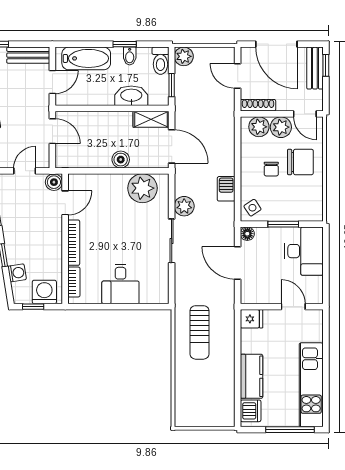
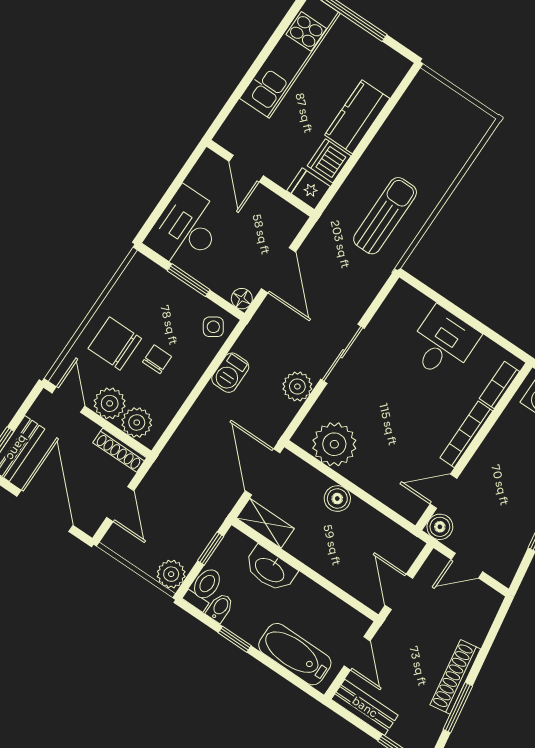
bidet: (130, 56) -> (220, 608), moved
door: (52, 82) -> (357, 653), swing flipped
dishwasher: (251, 411) -> (329, 161), moved

